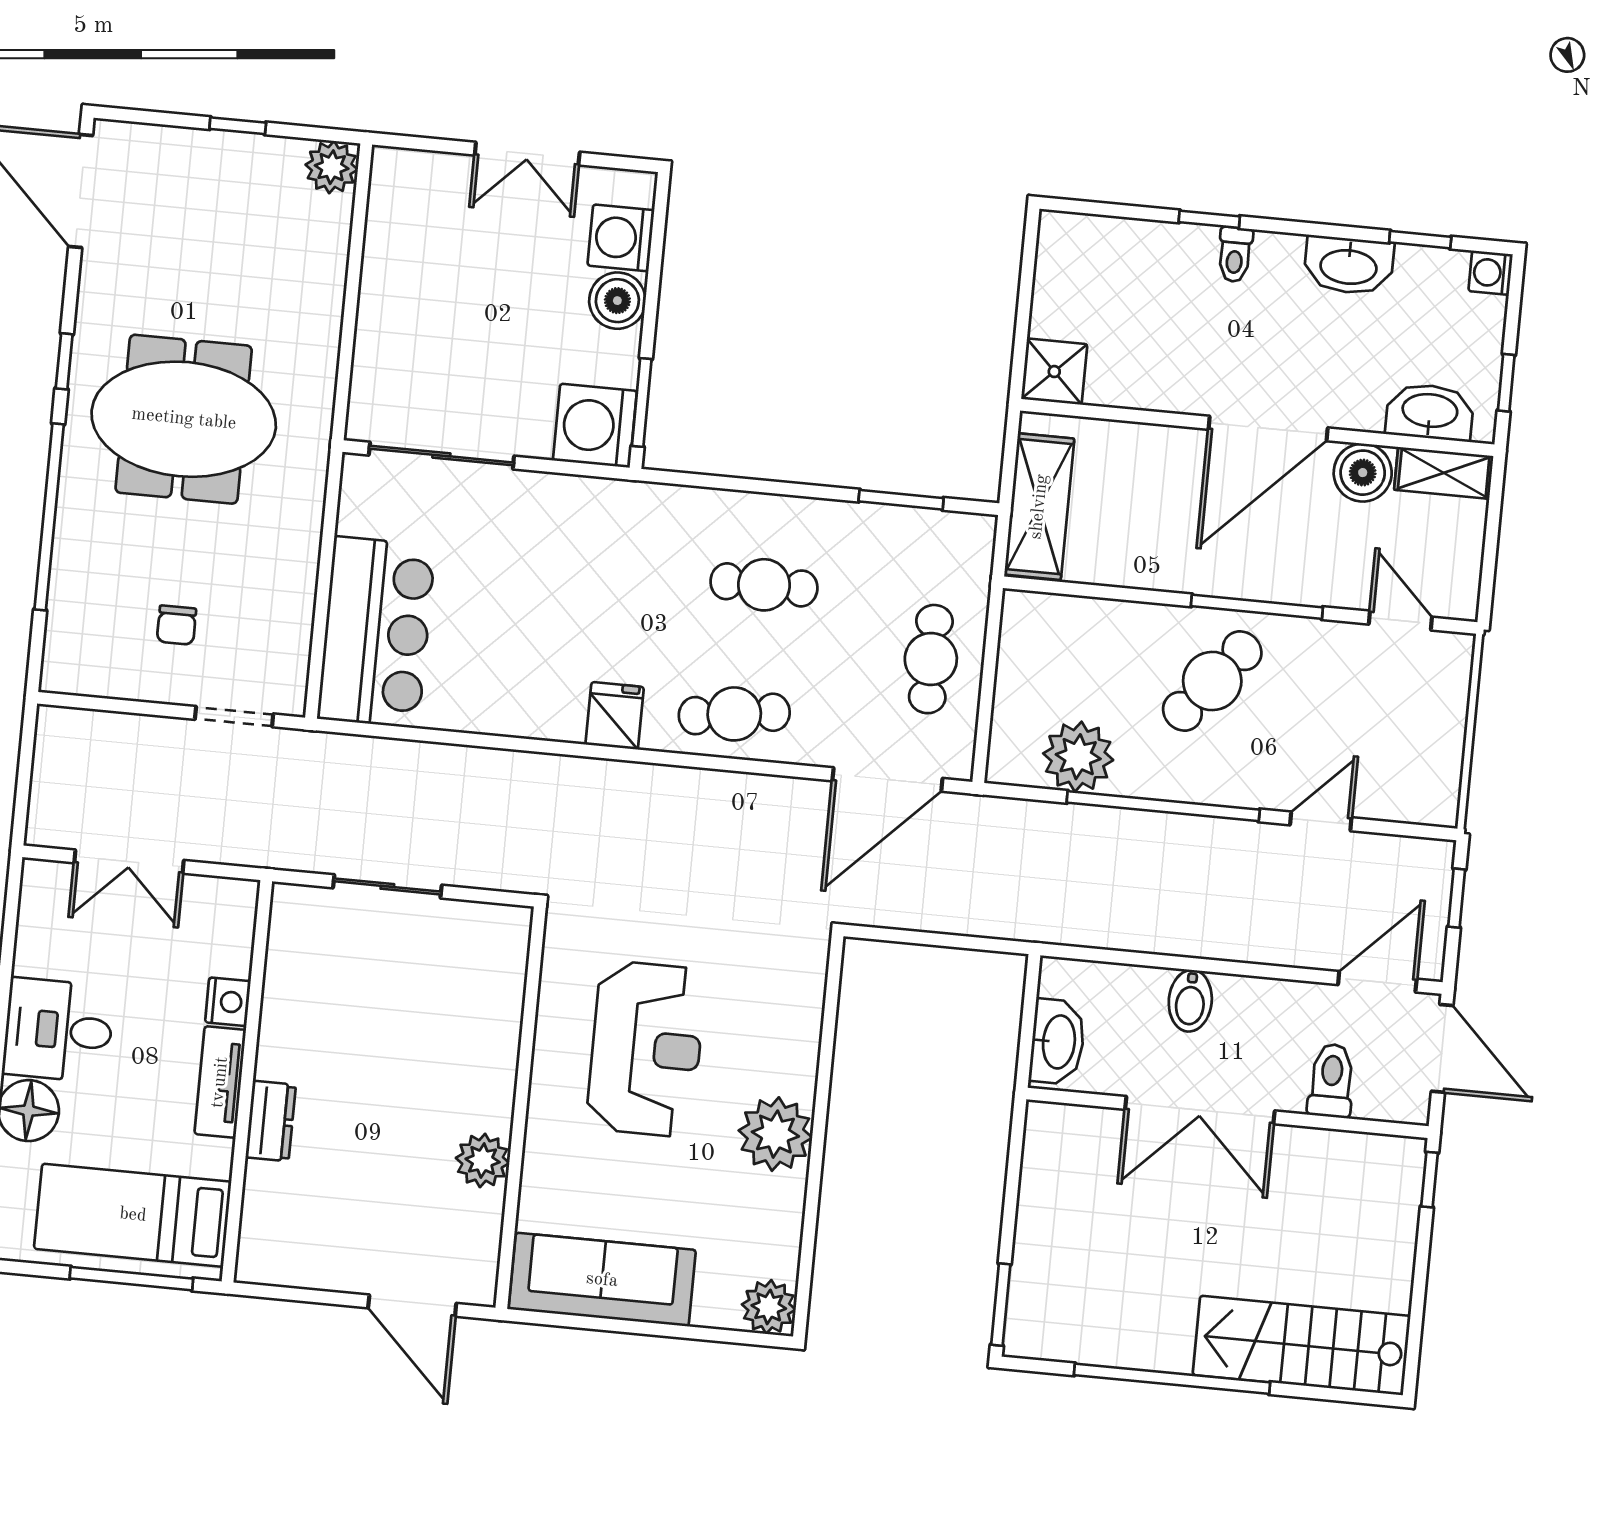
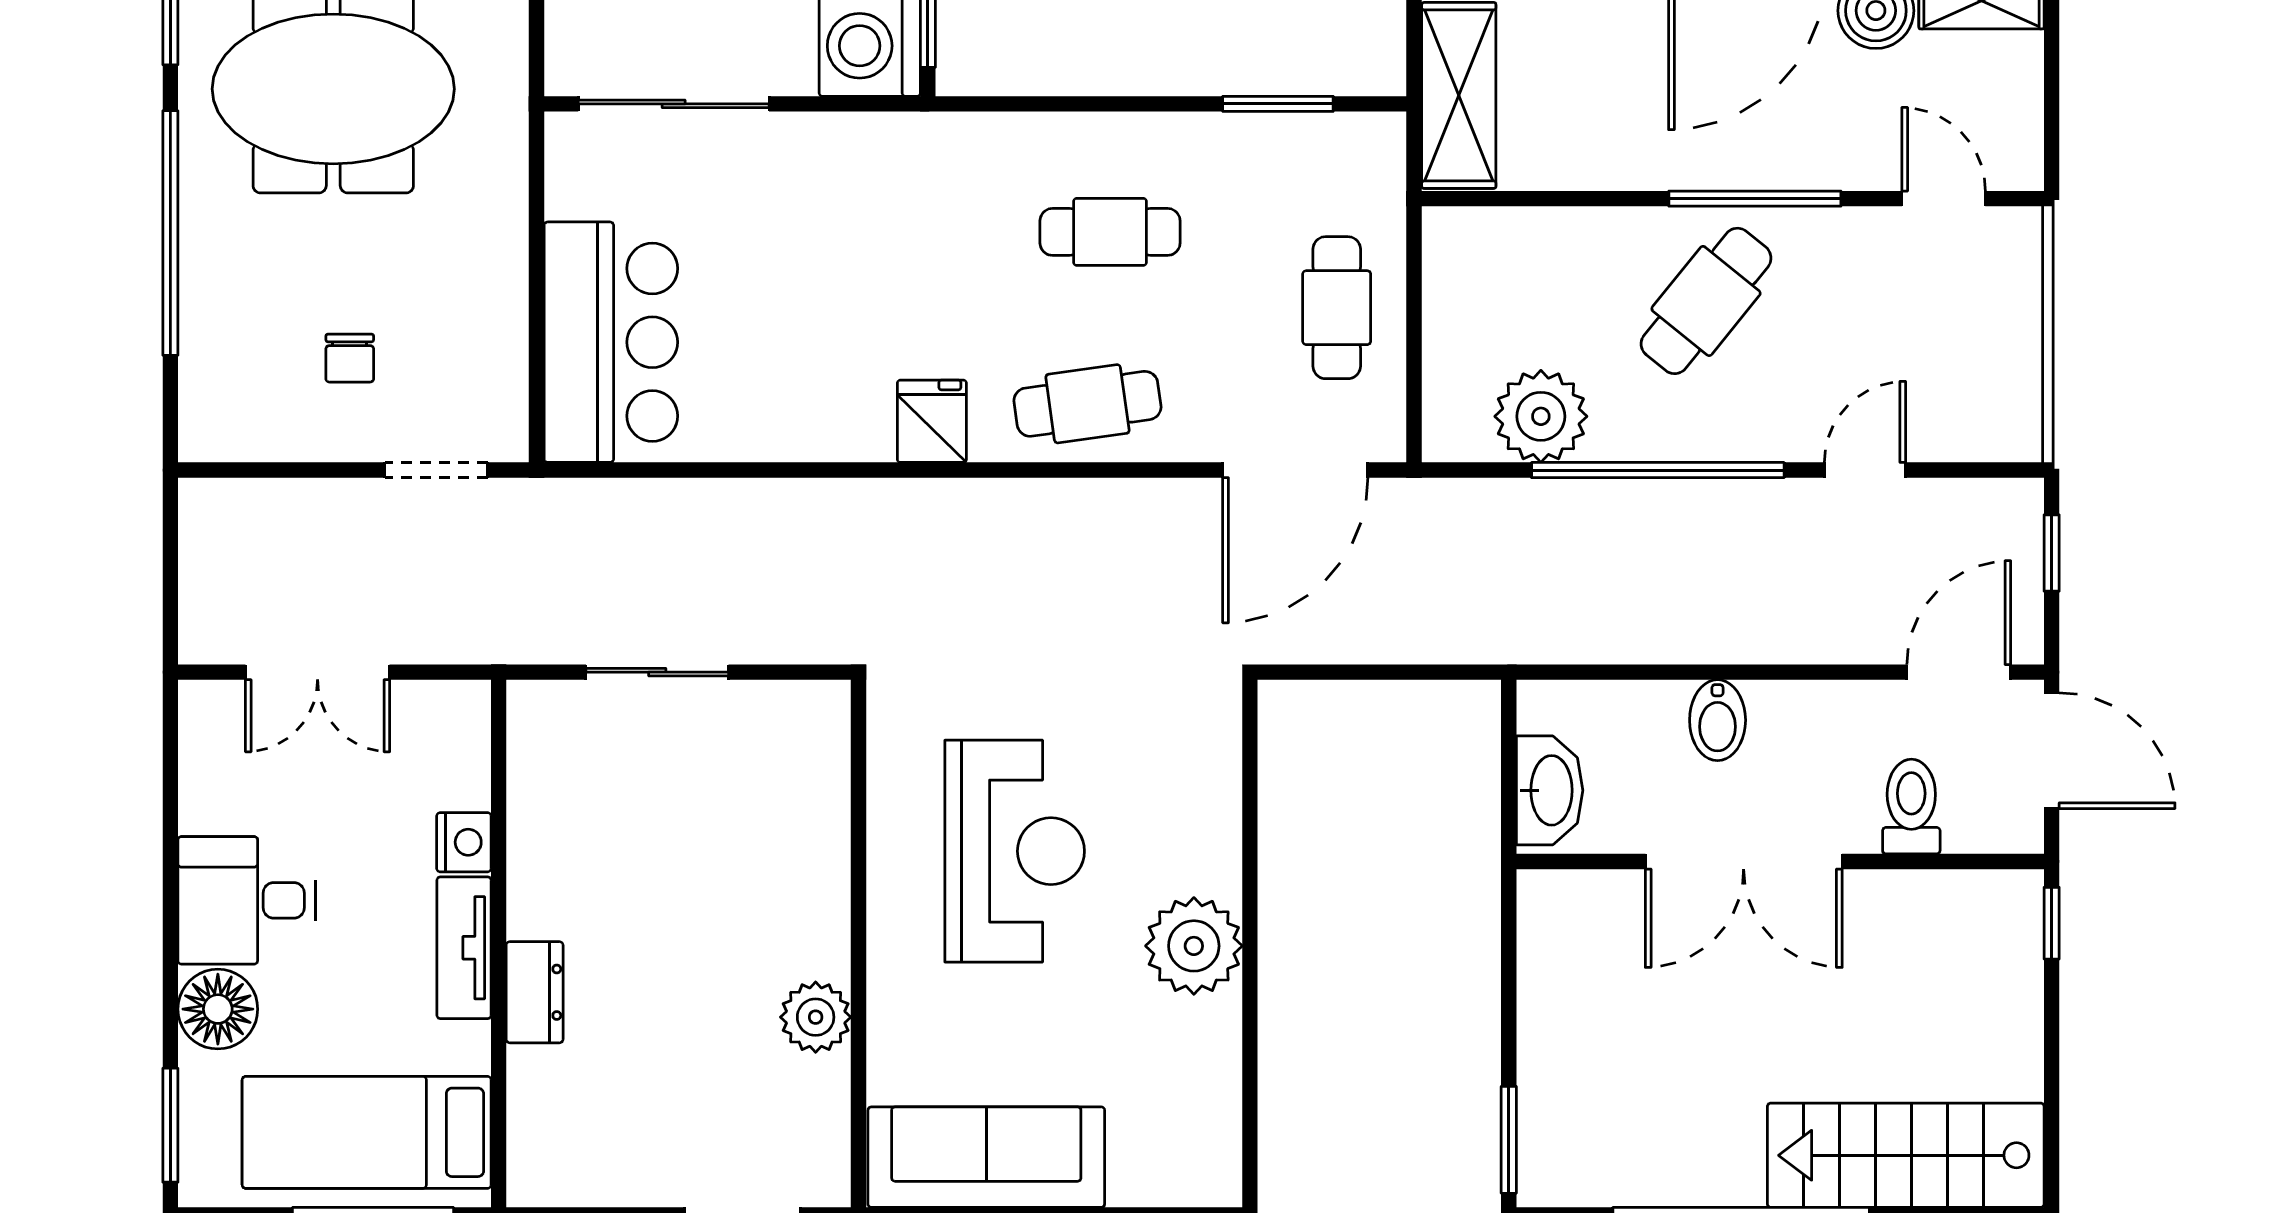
plant: (769, 1307) -> (1207, 1172), removed

